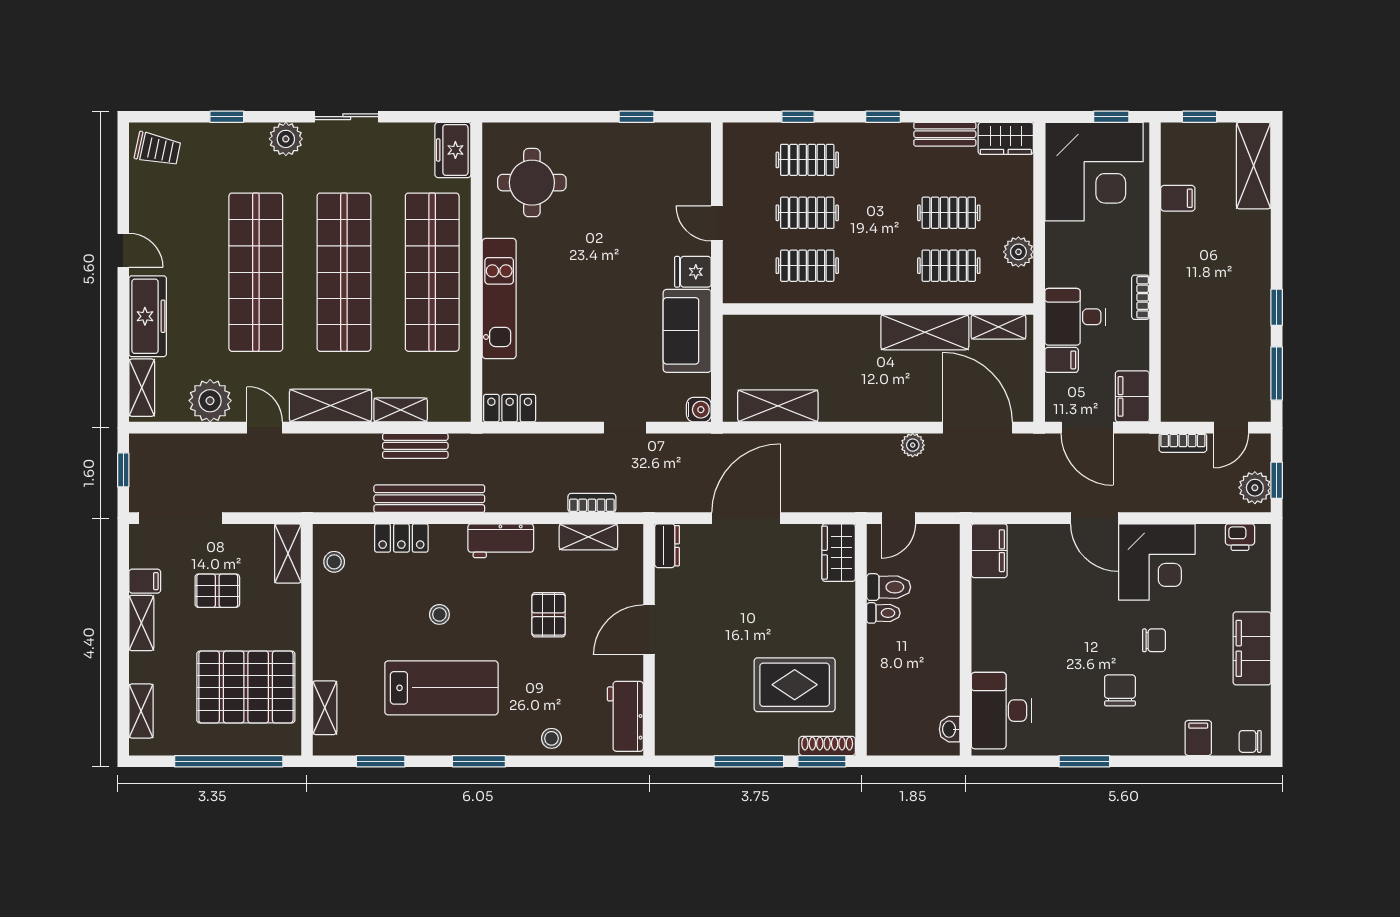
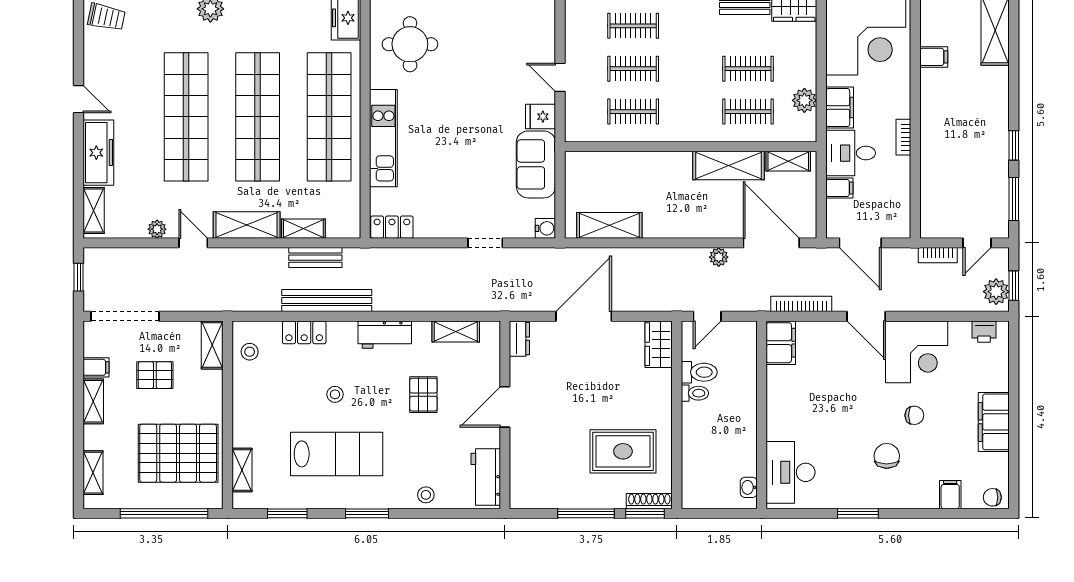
filing cabinet: (1132, 396) -> (840, 108), moved, turned 180
plant: (210, 401) -> (157, 229), width x0.53, depth x0.53
bookcase: (592, 503) -> (801, 304), moved, width x1.56

